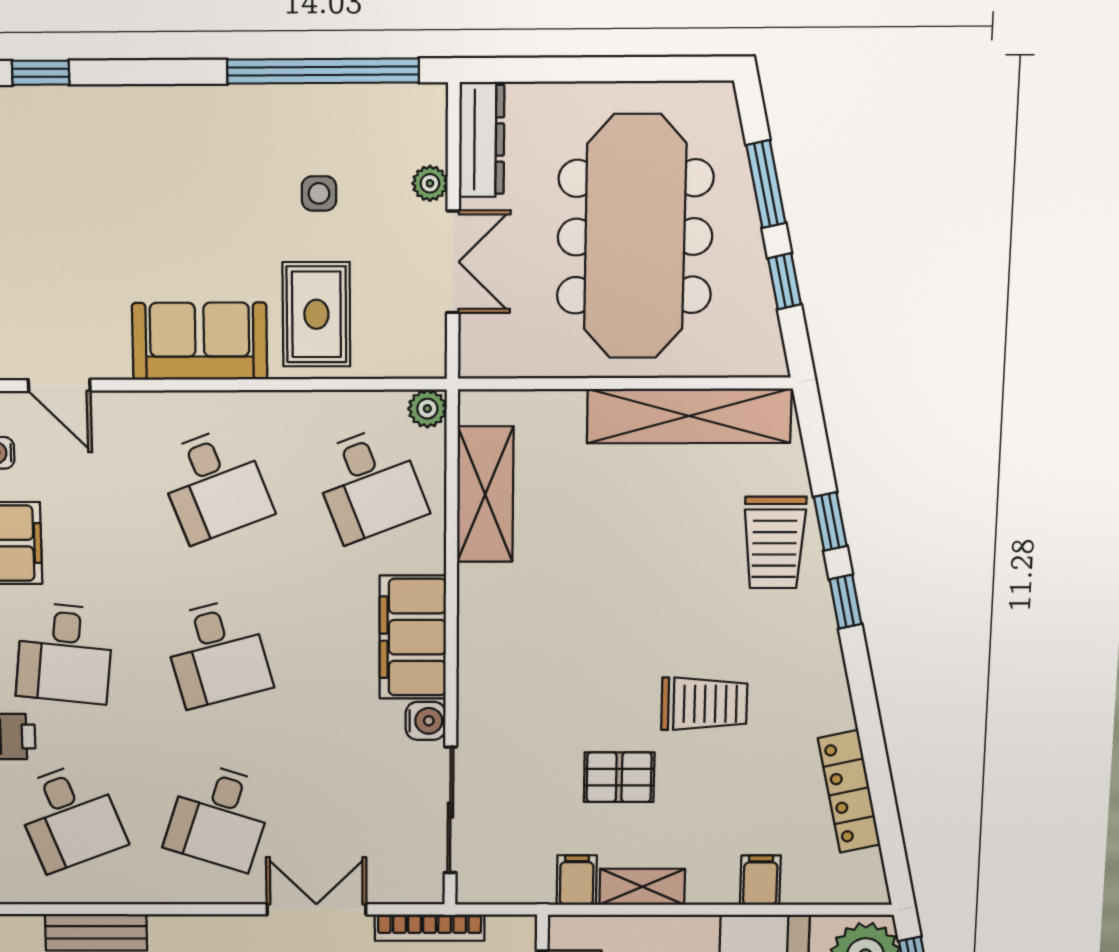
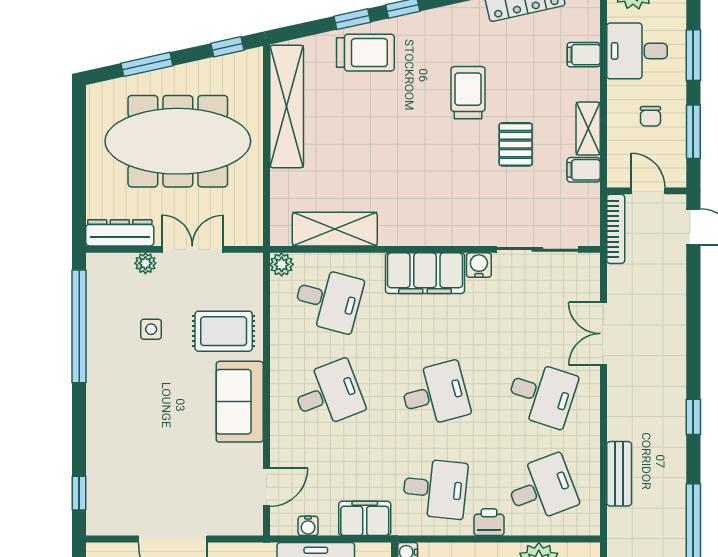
window: (785, 281) -> (227, 47), moved
desk: (369, 484) -> (328, 300), turned 36
bookcase: (430, 928) -> (616, 229), moved

